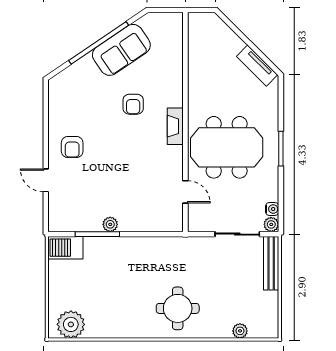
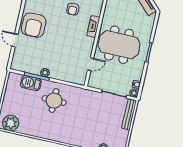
armchair: (72, 147) -> (34, 25), width x1.88, depth x1.88
door: (185, 192) -> (91, 64), hinge flipped
barbecue: (65, 248) -> (31, 83), moved
round table: (178, 308) -> (54, 100), moved

